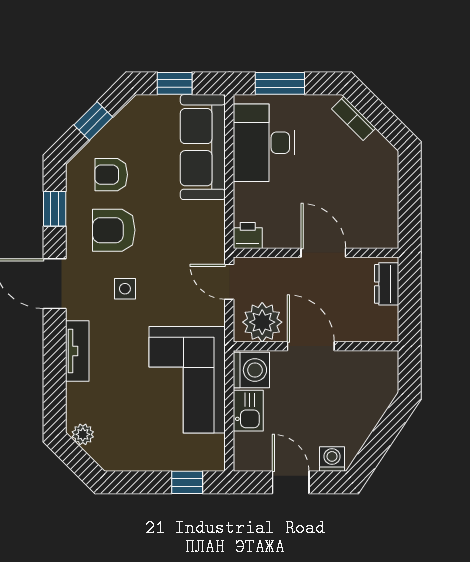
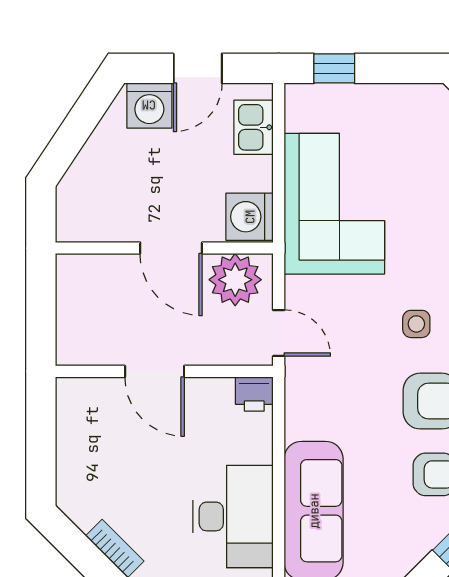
dresser: (387, 284) -> (71, 330), removed
kitchen sink: (248, 411) -> (254, 127), moved
washing machine: (332, 459) -> (149, 105), width x1.38, depth x1.38
door: (291, 482) -> (198, 68), hinge flipped

